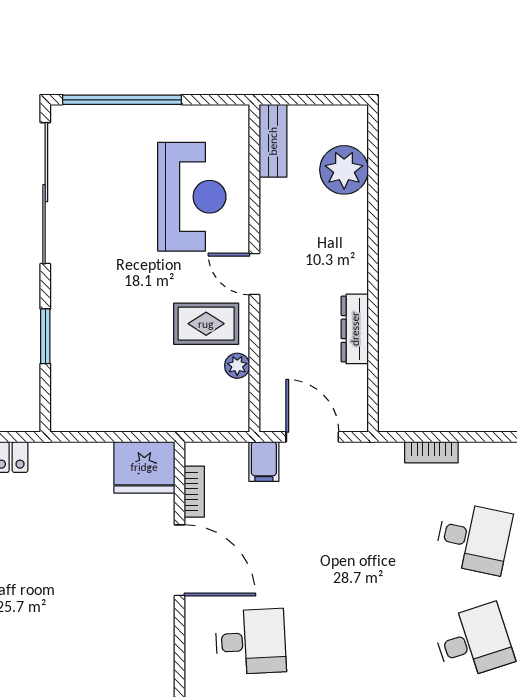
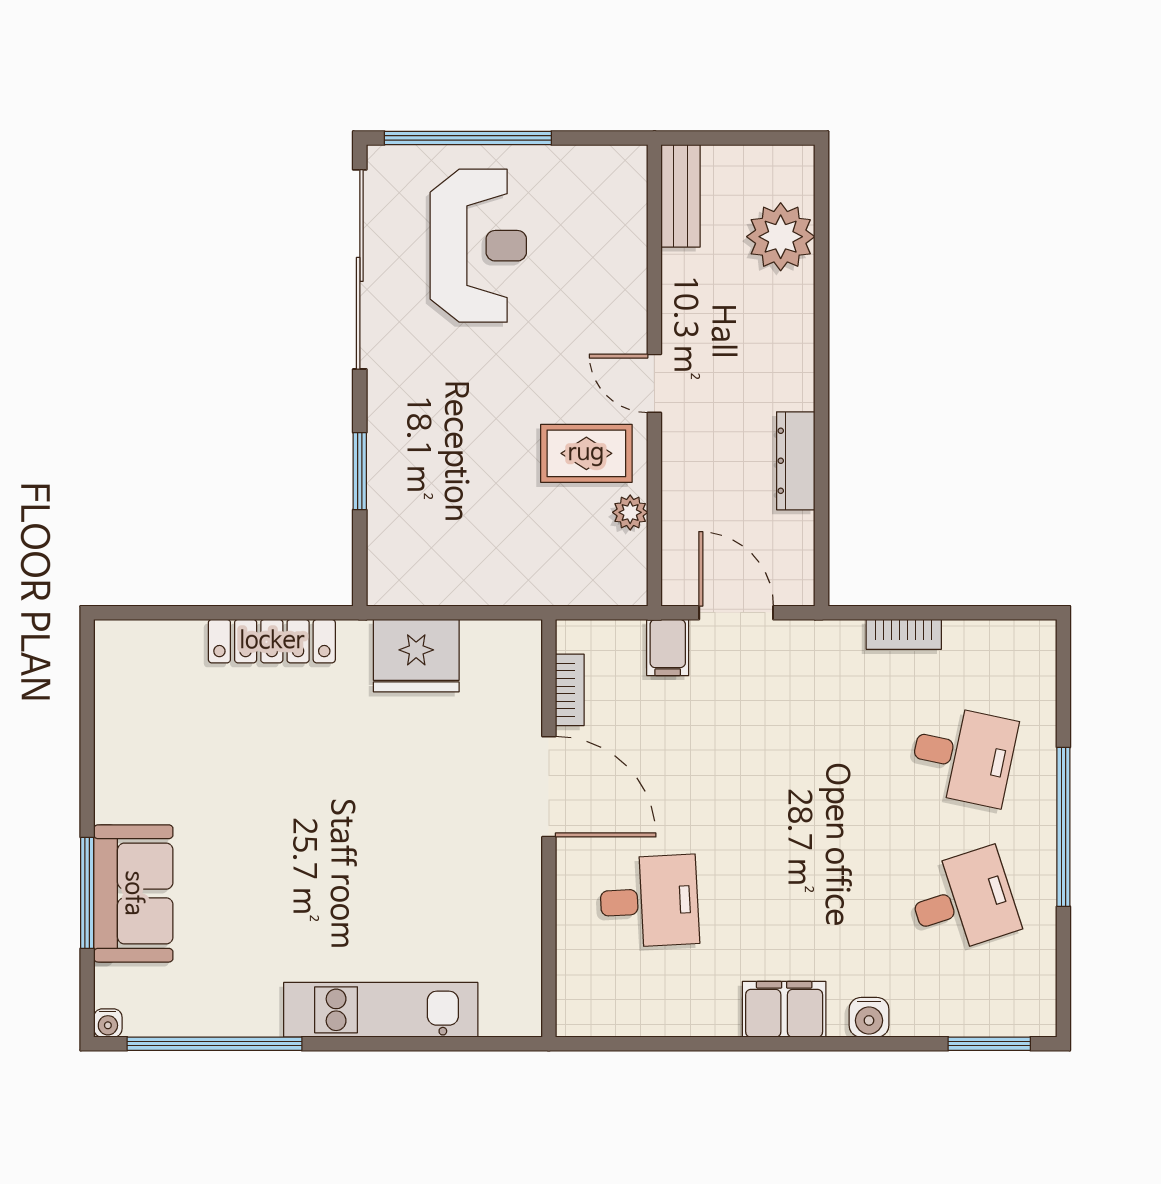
reception desk: (192, 197) -> (478, 246), moved
fridge: (144, 467) -> (416, 656), moved

